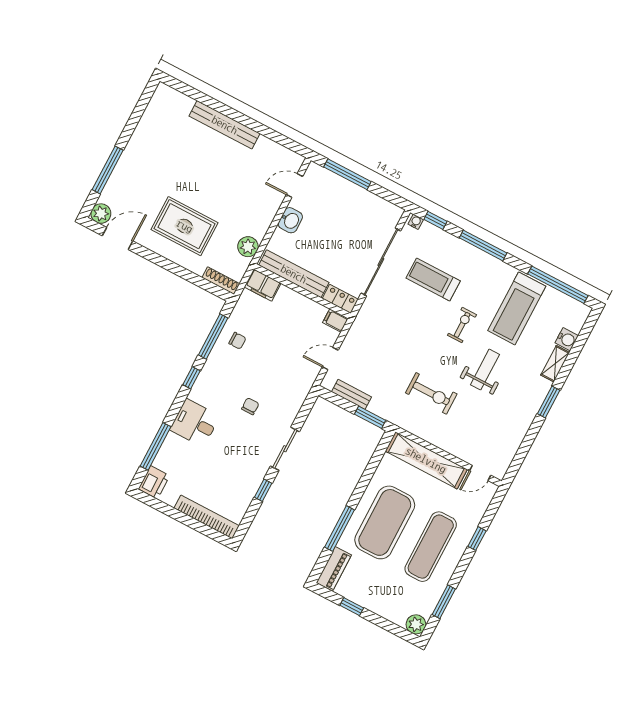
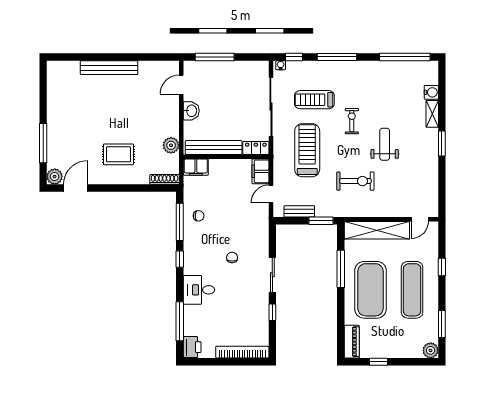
rug: (185, 226) -> (118, 154), width x0.73, depth x0.70
treadmill: (517, 308) -> (307, 150), moved, turned 180
filing cabinet: (335, 320) -> (260, 171), width x2.00
window: (340, 528) -> (341, 269), moved

